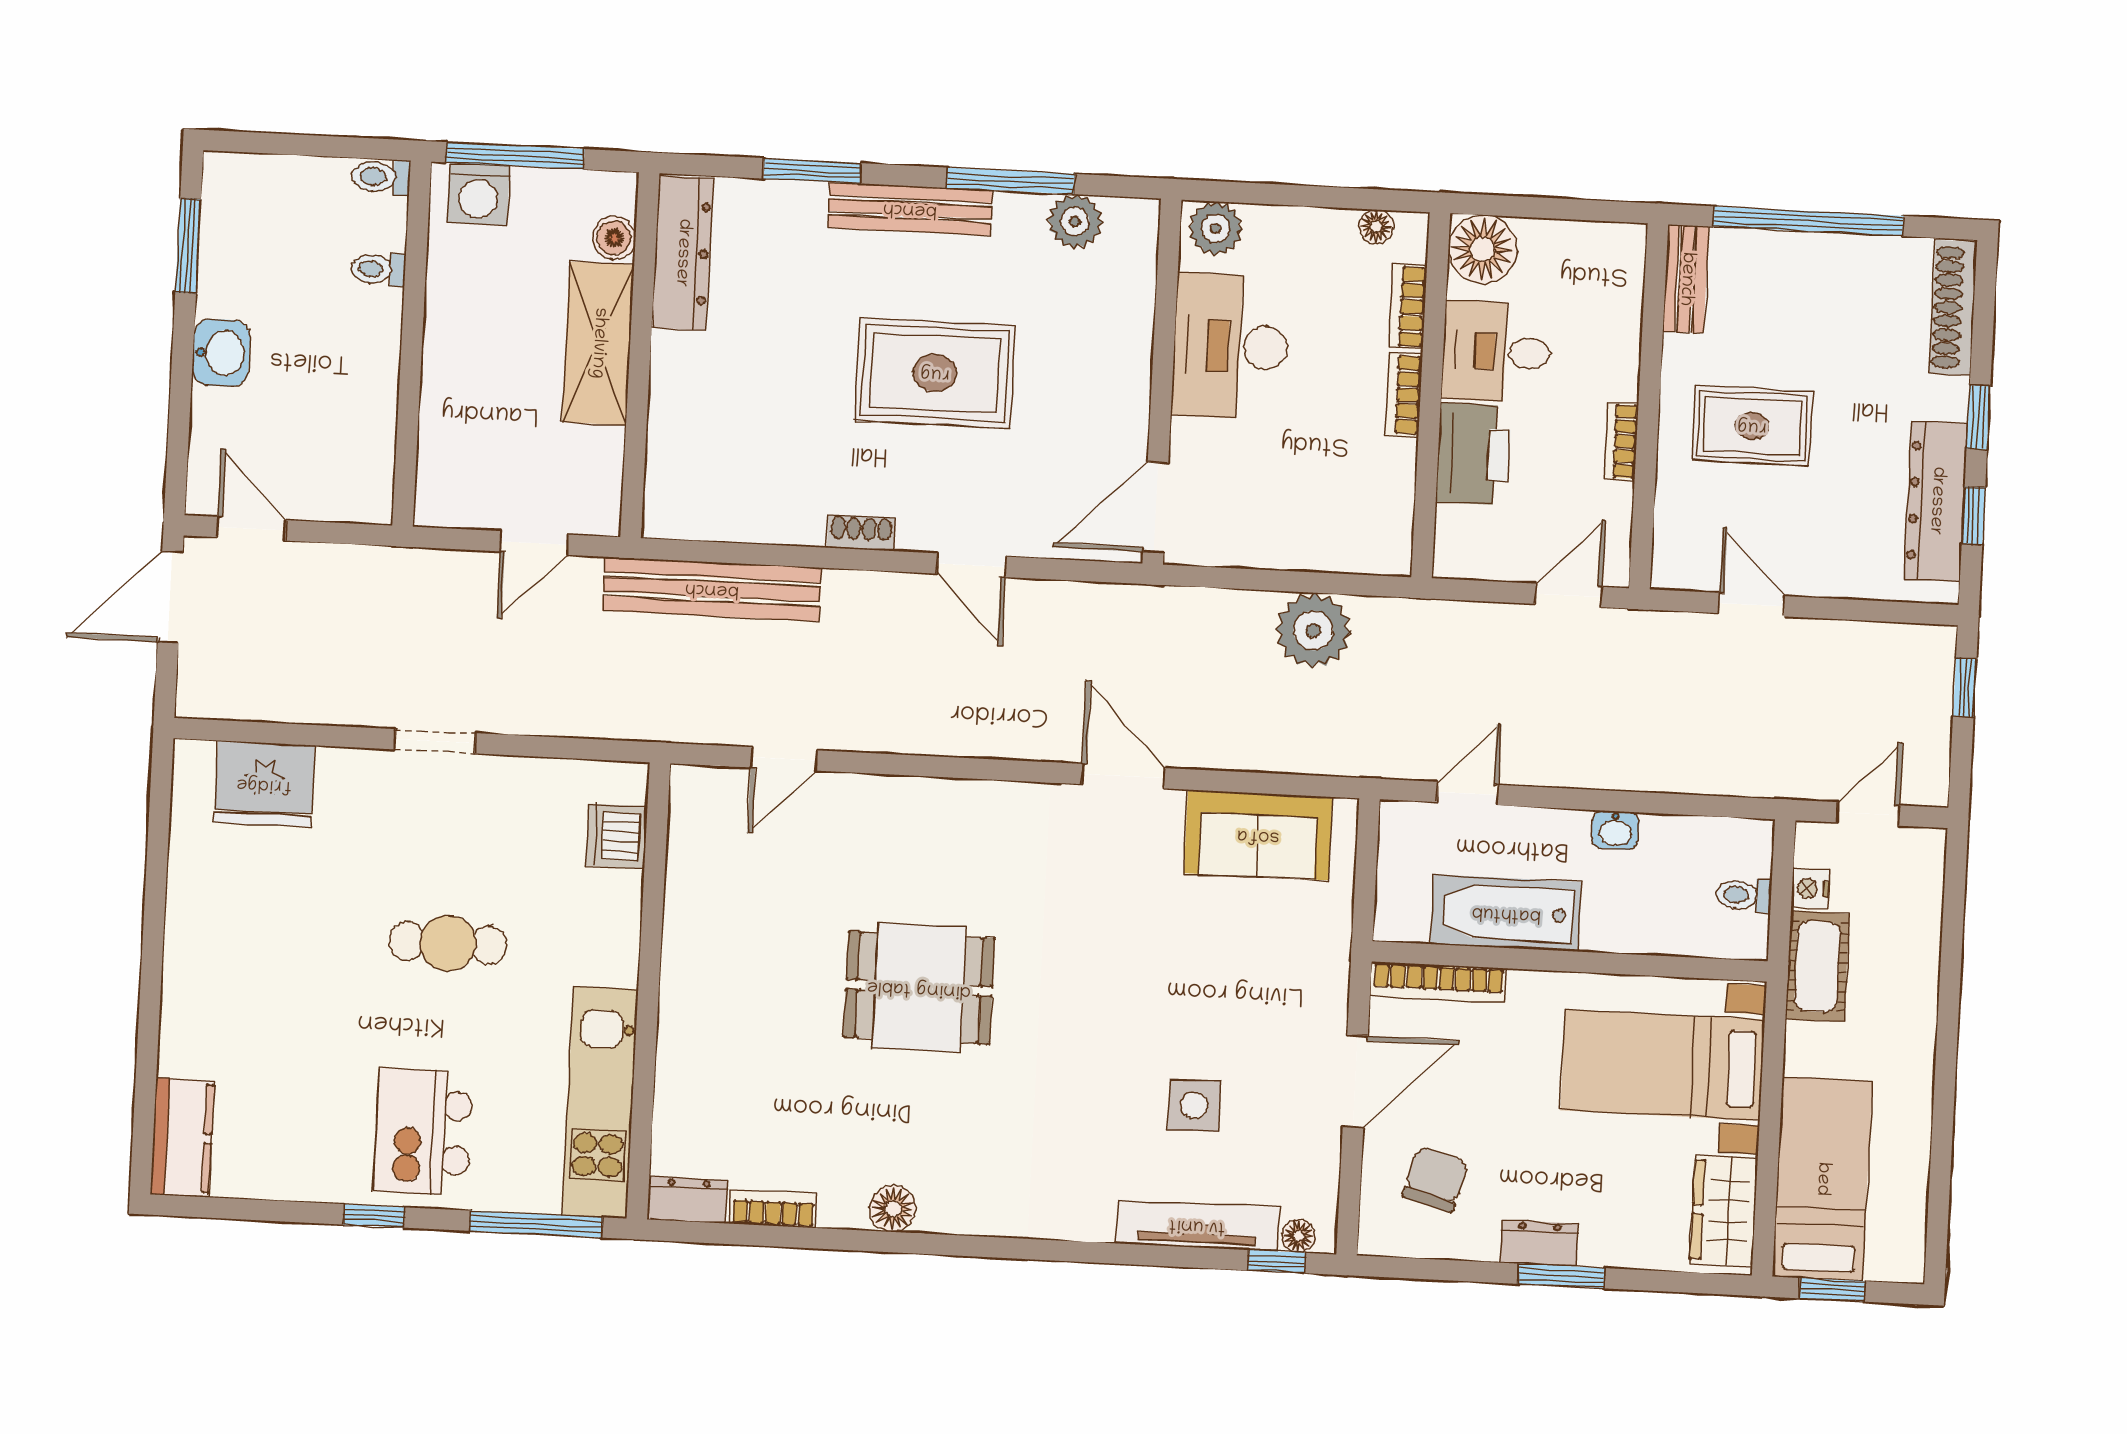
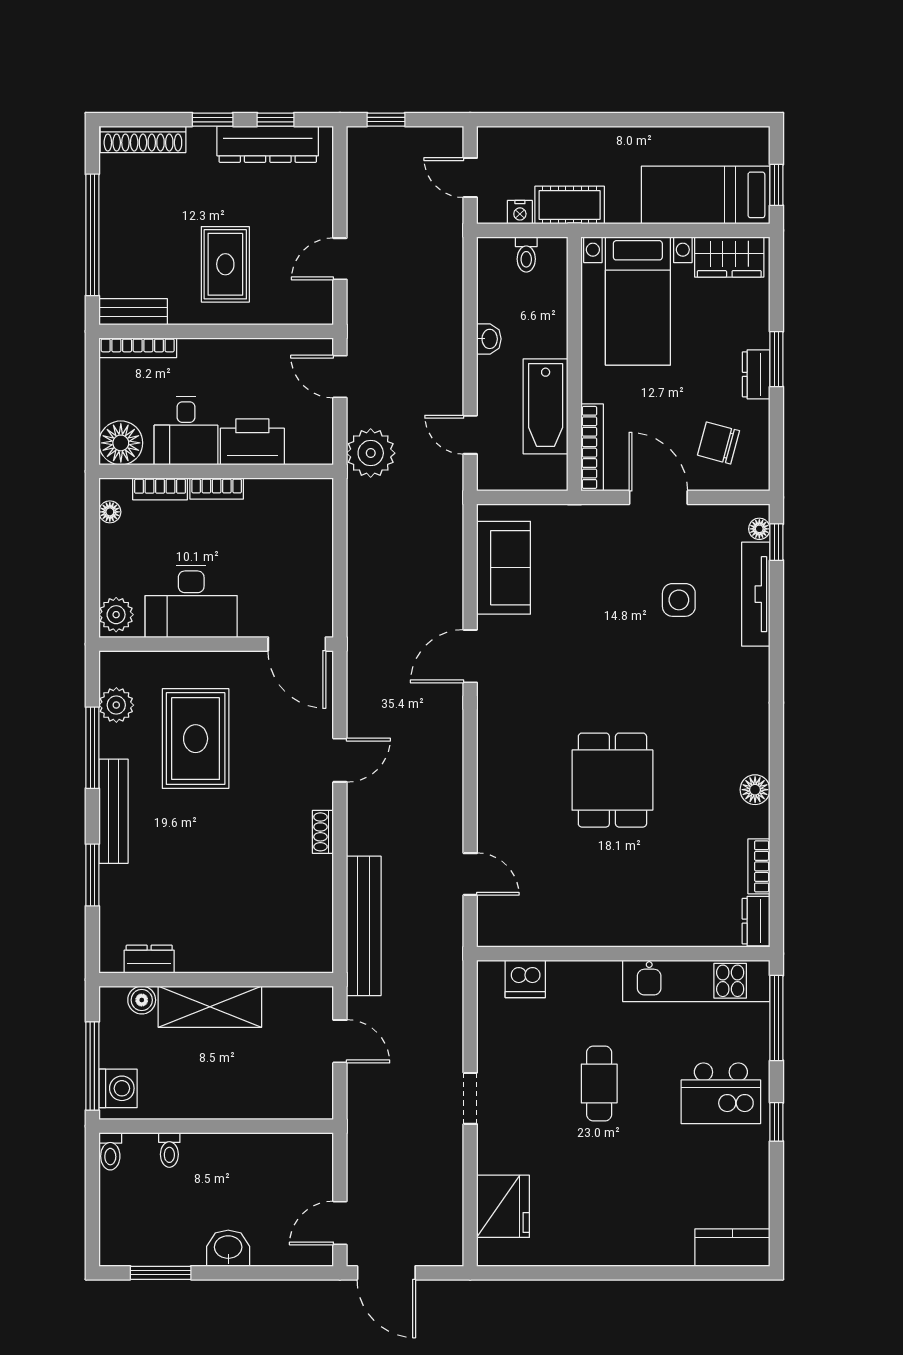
dresser: (682, 253) -> (149, 959), width x0.51, depth x0.80
rug: (935, 373) -> (196, 739), moved
bookcase: (1621, 441) -> (138, 348), moved, width x1.56
plant: (1313, 631) -> (371, 453), moved

